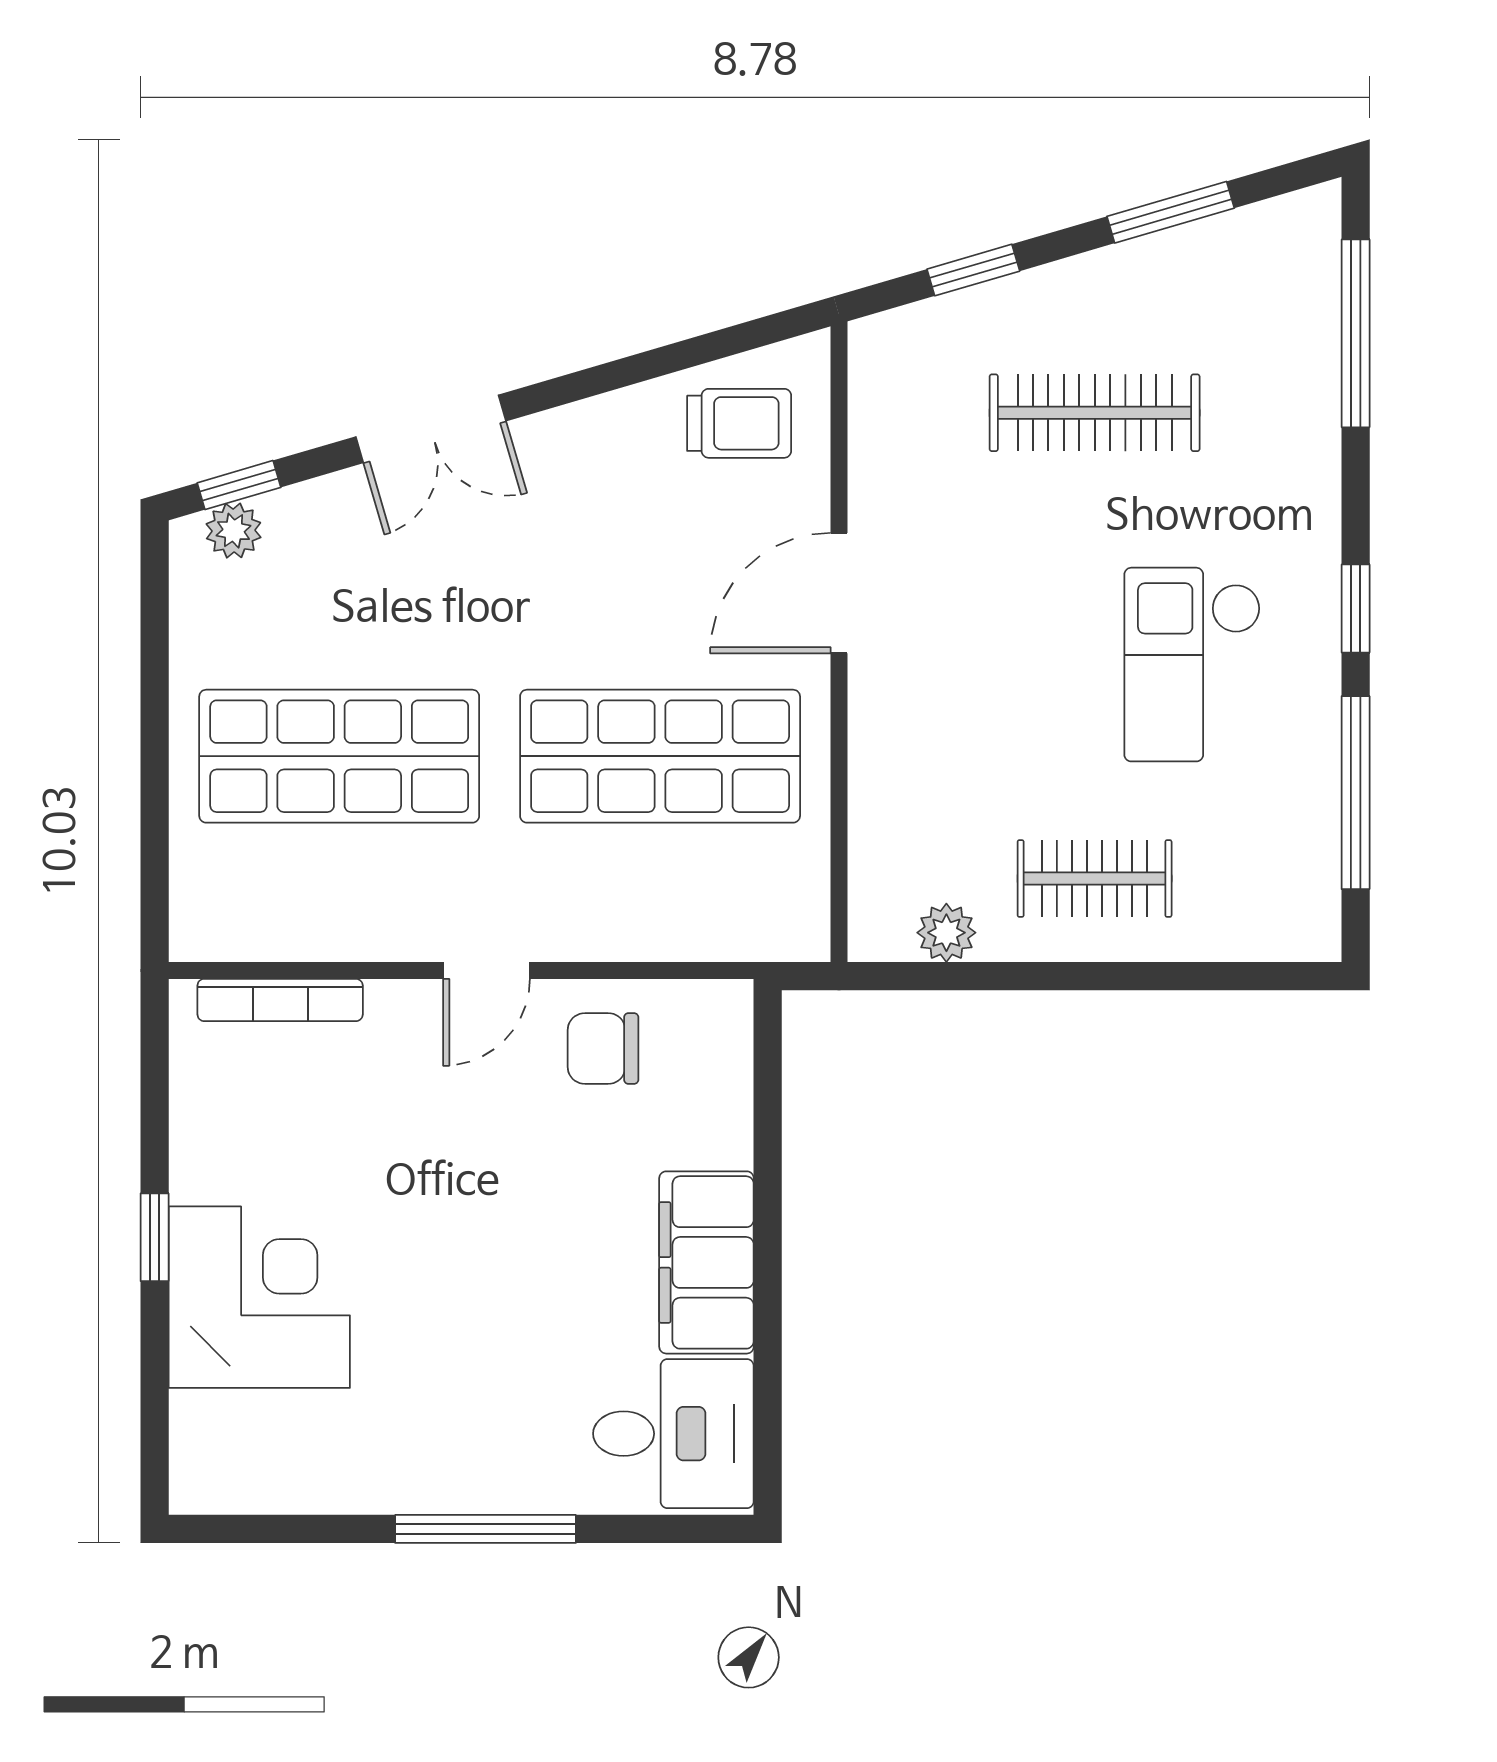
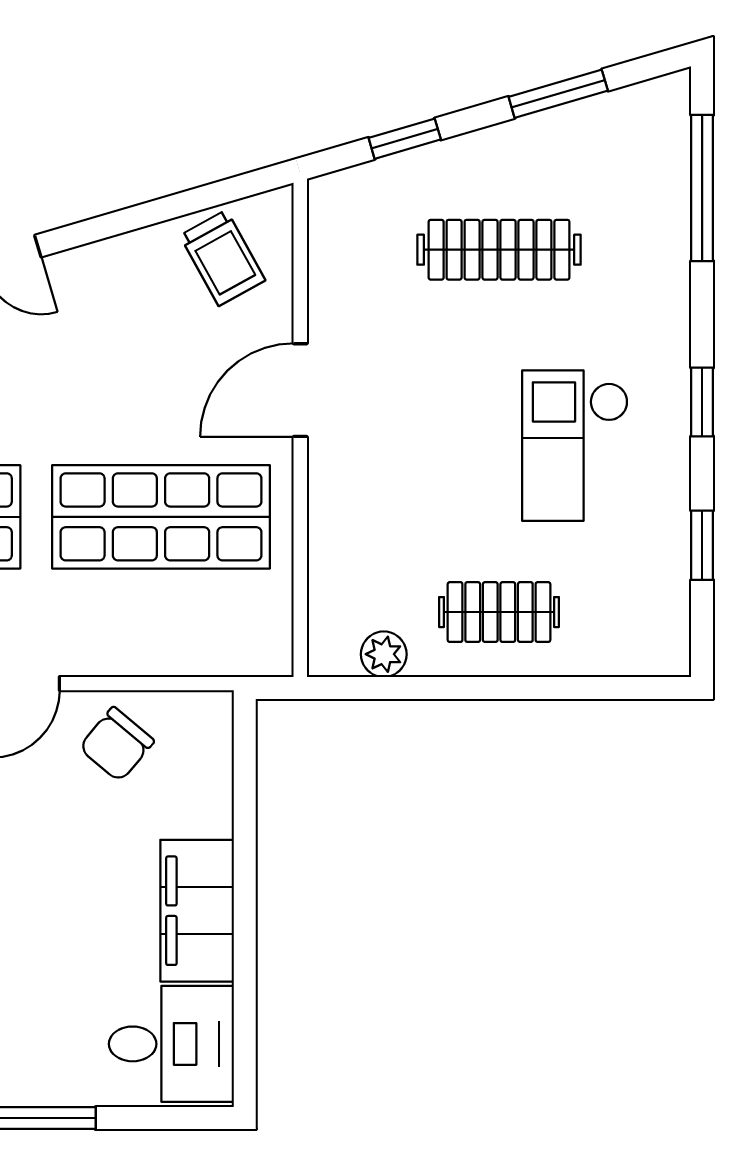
trolley: (739, 423) -> (223, 258), turned 61
window: (1356, 793) -> (702, 545), width x0.46
chair: (603, 1049) -> (117, 744), turned -50

